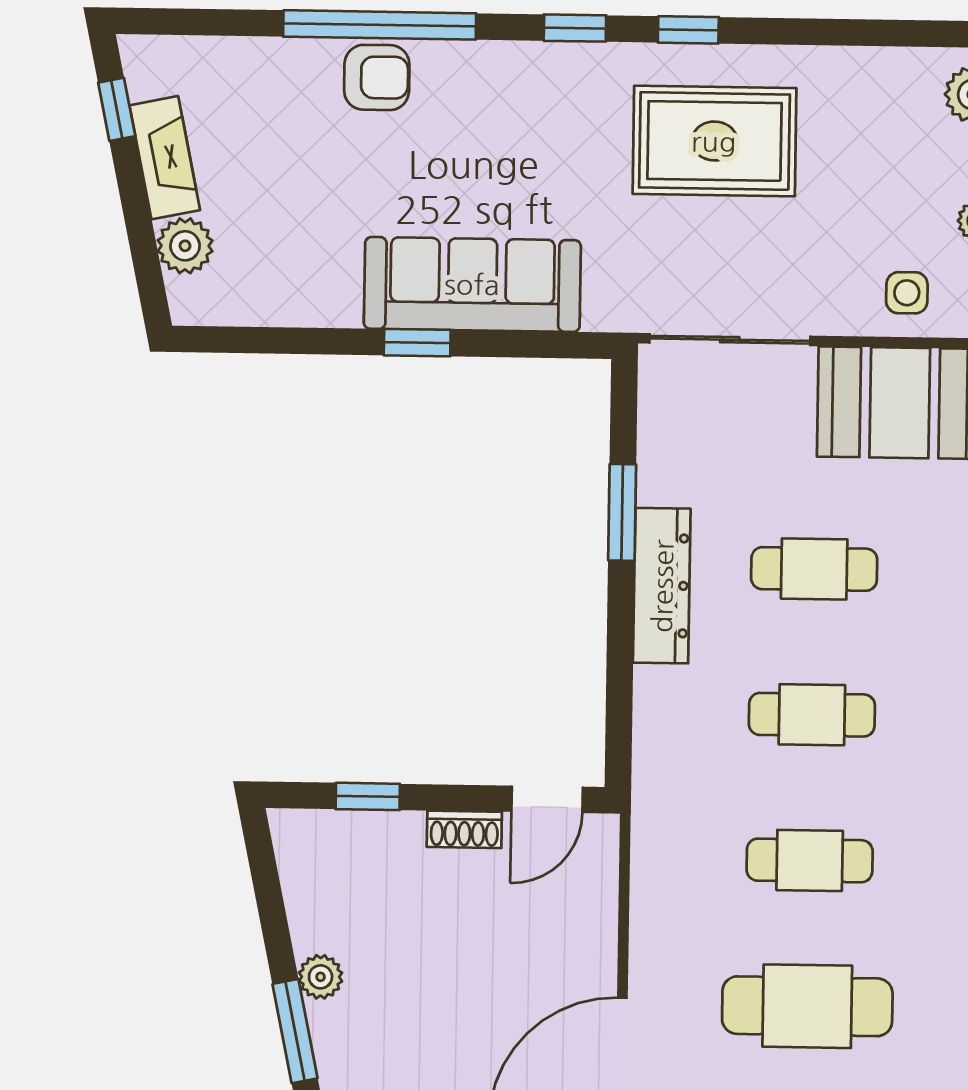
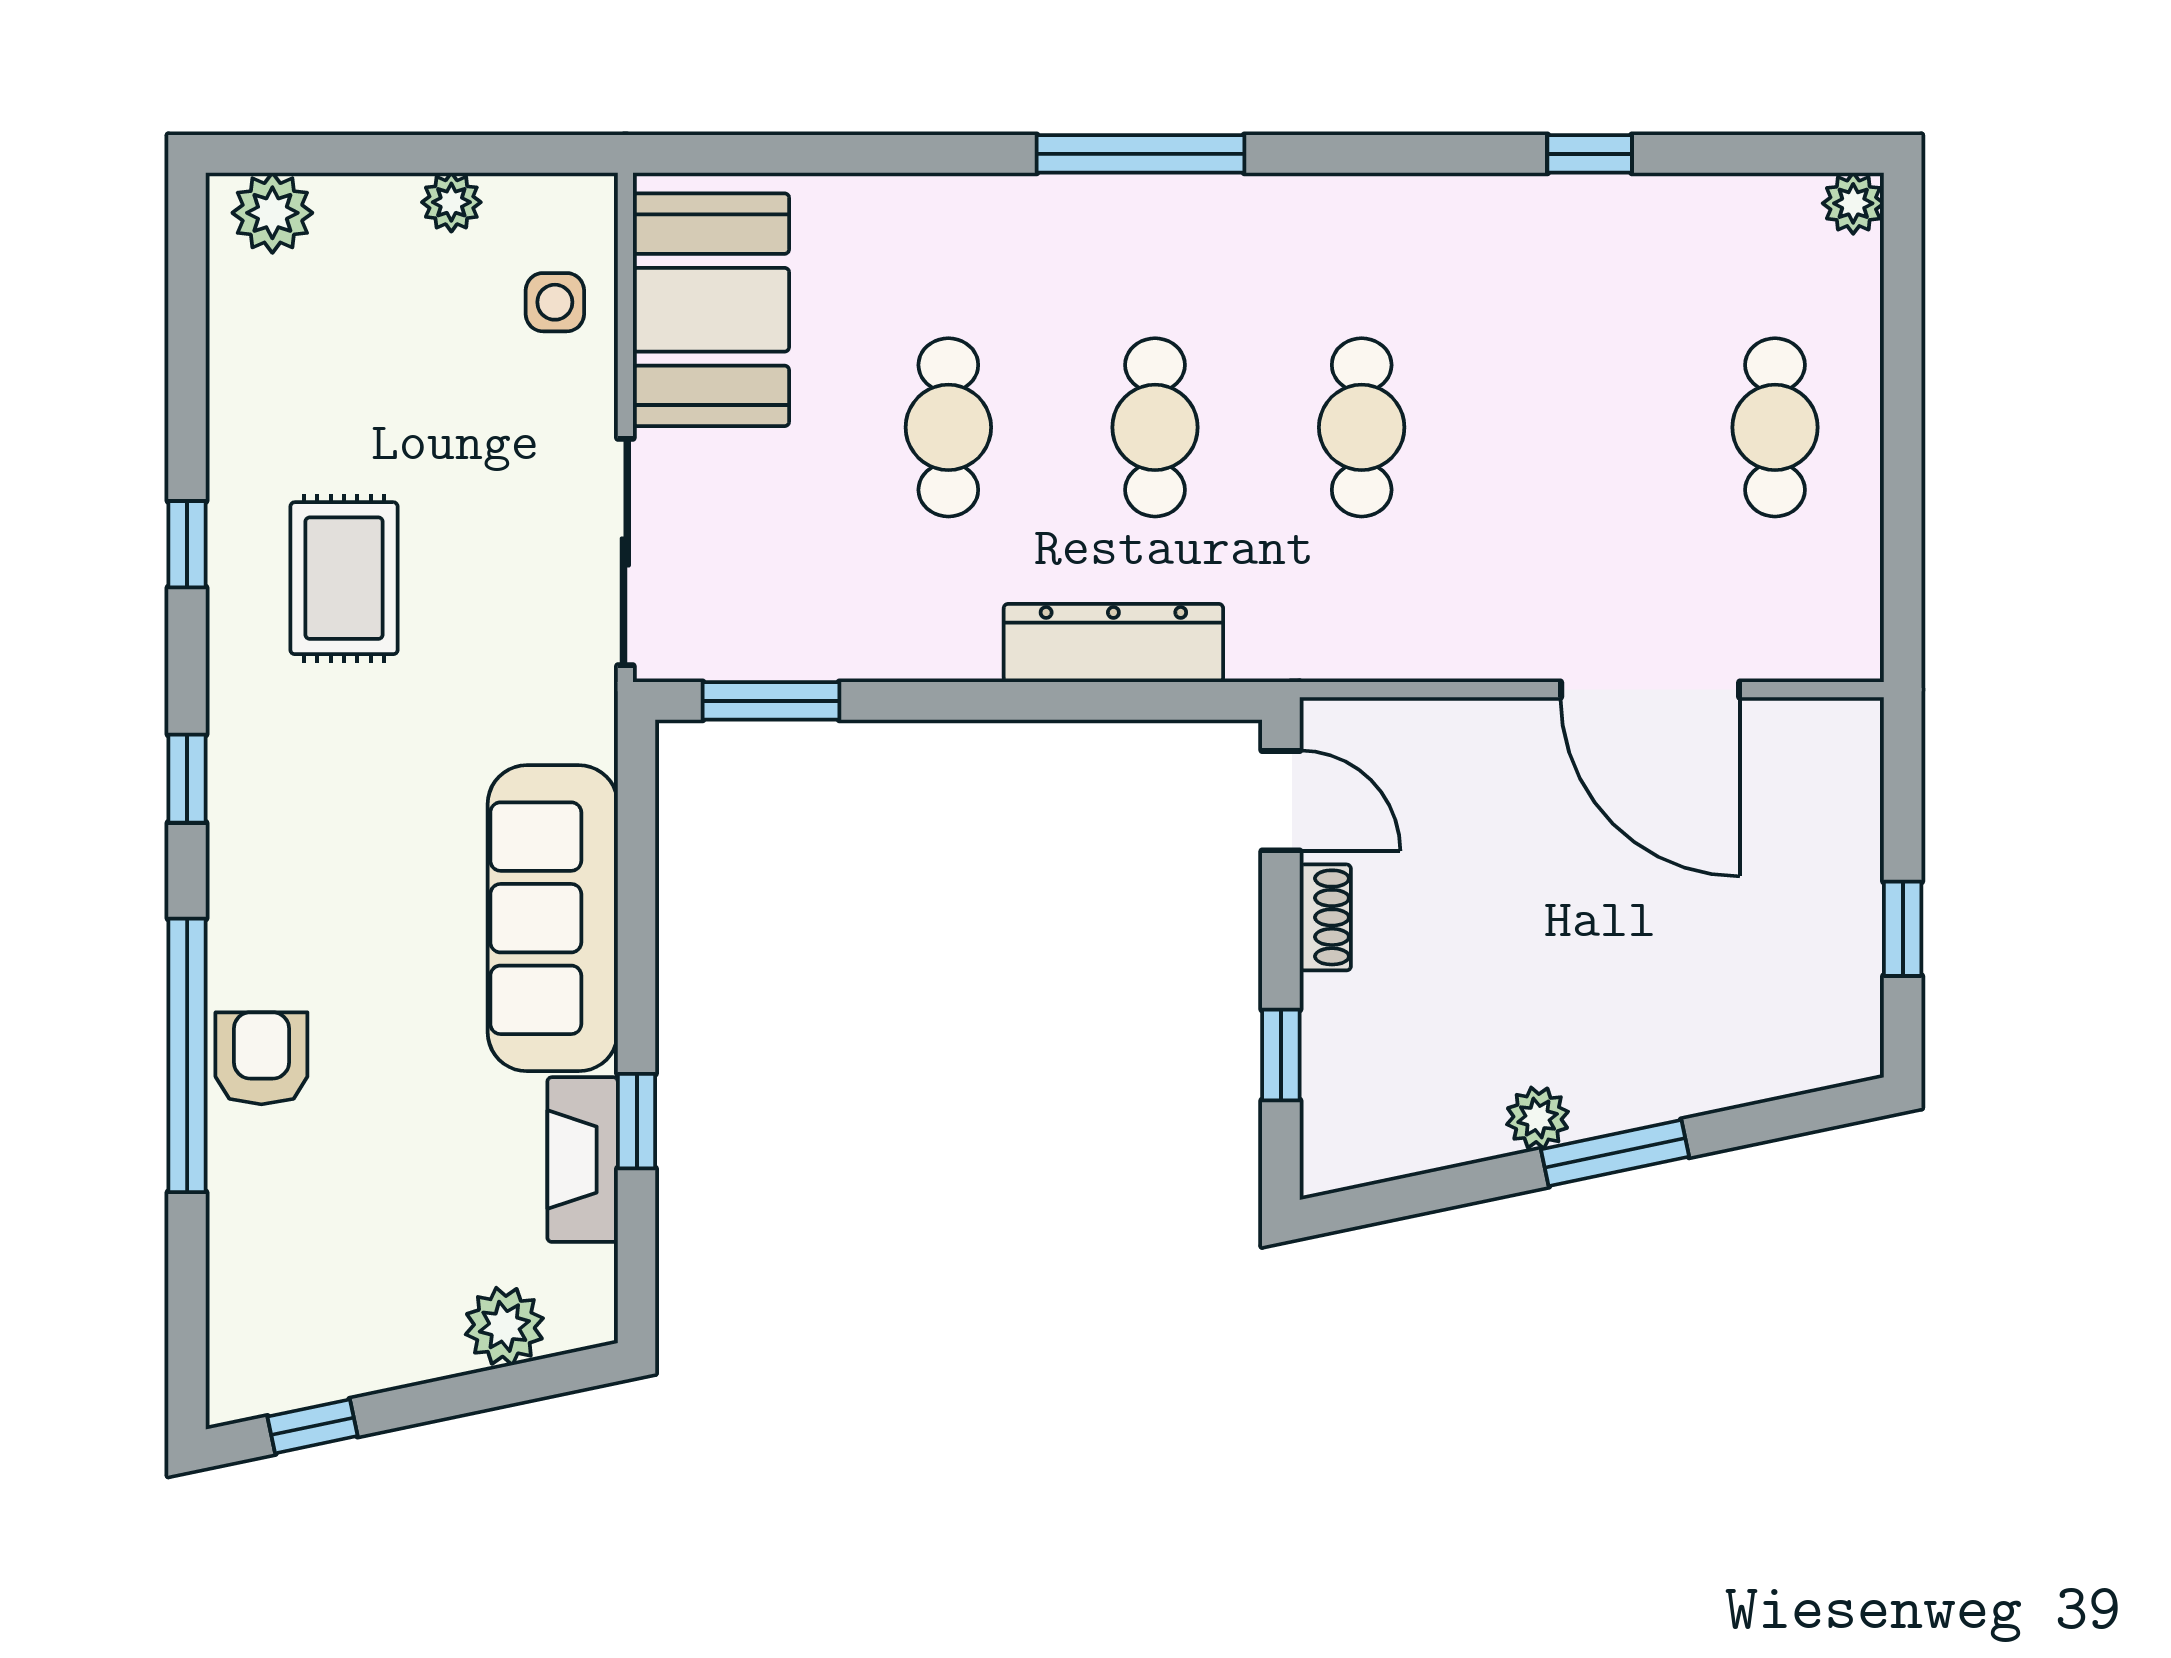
window: (688, 30) -> (187, 544), moved
rug: (714, 141) -> (344, 578), width x0.73, depth x0.70
fireplace: (165, 158) -> (583, 1160), moved, turned -78
window: (417, 343) -> (637, 1121), moved
window: (622, 512) -> (771, 701), moved
dresser: (662, 586) -> (1113, 643), moved
cafe table: (807, 1006) -> (1568, 427), removed

